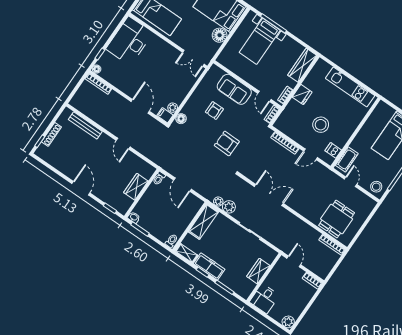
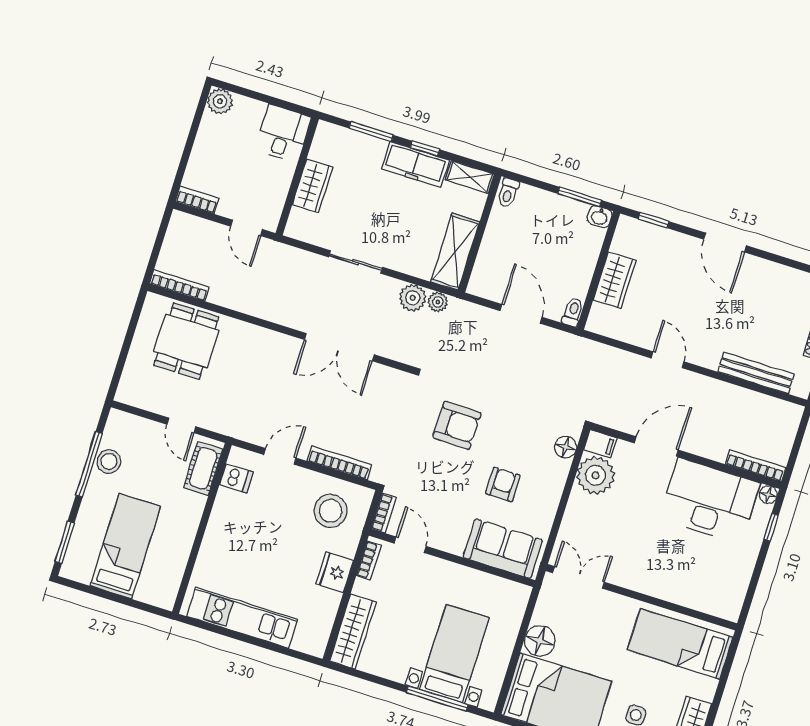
desk: (129, 41) -> (710, 501), moved, turned -90
sofa: (234, 89) -> (503, 549), moved
door: (140, 106) -> (656, 446), swing flipped
plant: (173, 108) -> (596, 475), width x1.88, depth x1.88
stool: (321, 125) -> (331, 511), moved
stool: (376, 187) -> (109, 461), moved

